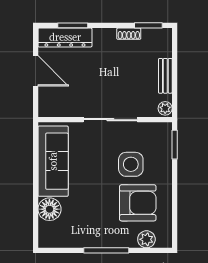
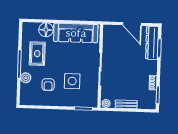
door: (36, 71) -> (132, 24), hinge flipped
armchair: (138, 203) -> (48, 85), width x0.53, depth x0.53
rug: (88, 222) -> (37, 54), added
plant: (146, 239) -> (26, 78), moved

